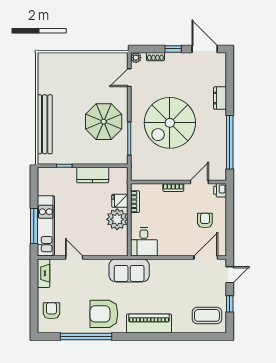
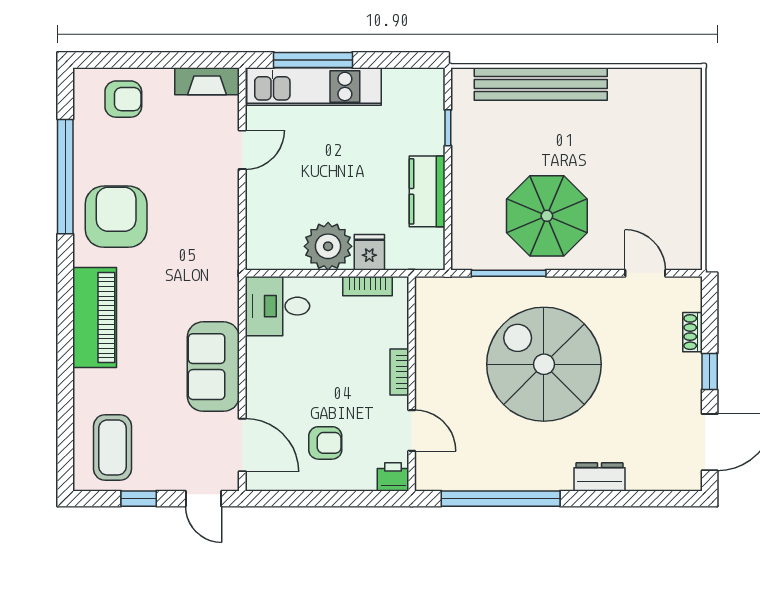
plant: (136, 58) -> (690, 288), removed
sofa: (129, 270) -> (213, 367), moved

